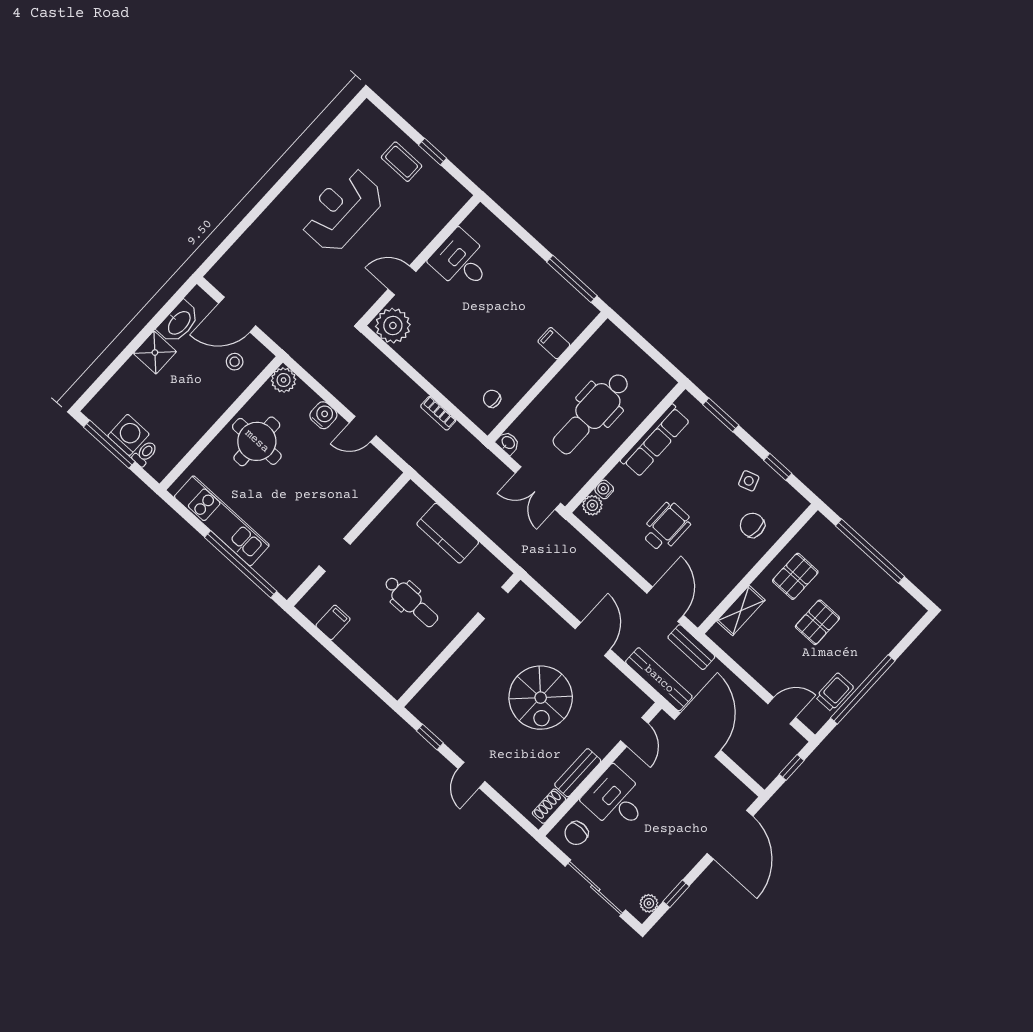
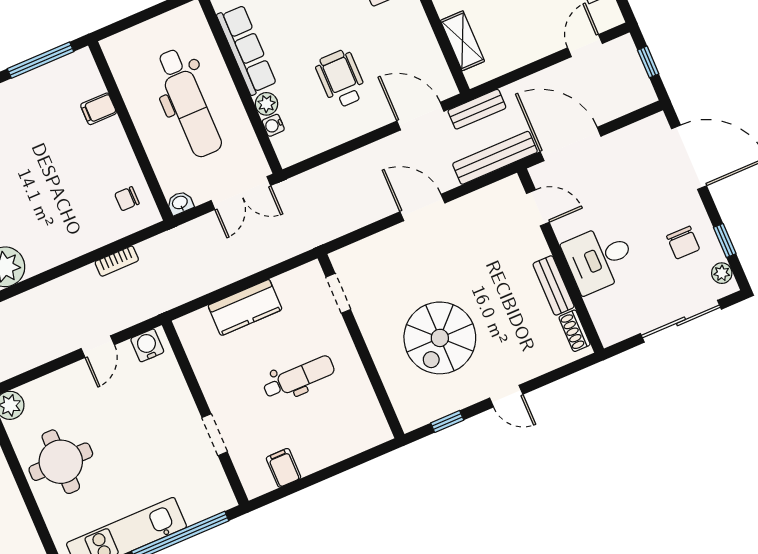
water cooler: (323, 415) -> (147, 345), moved
plant: (592, 505) -> (266, 104), moved
spiral stairs: (541, 698) -> (440, 338), moved, turned 90
chair: (576, 833) -> (683, 243), moved

